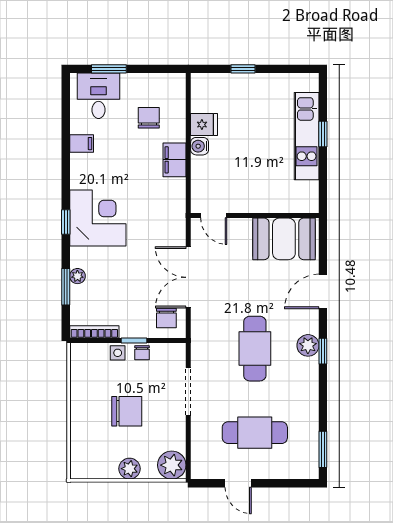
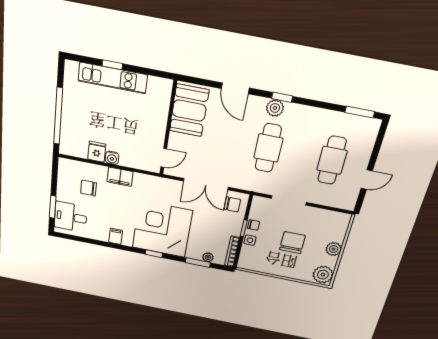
window: (243, 69) -> (58, 116), width x3.17
filing cabinet: (82, 144) -> (116, 236), moved
corner desk: (98, 218) -> (162, 229), width x1.36, depth x1.36
plant: (77, 276) -> (208, 257), moved
cafe table: (255, 349) -> (268, 148), turned 90
plant: (172, 465) -> (323, 275), moved

